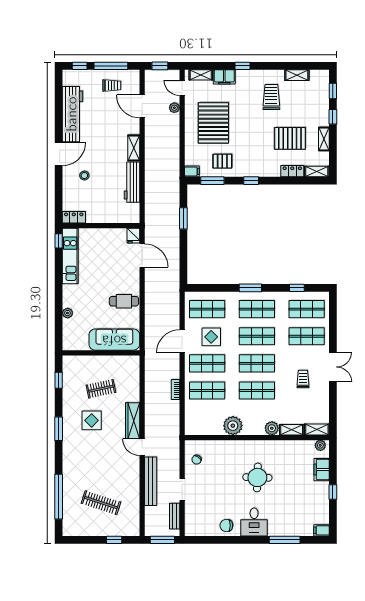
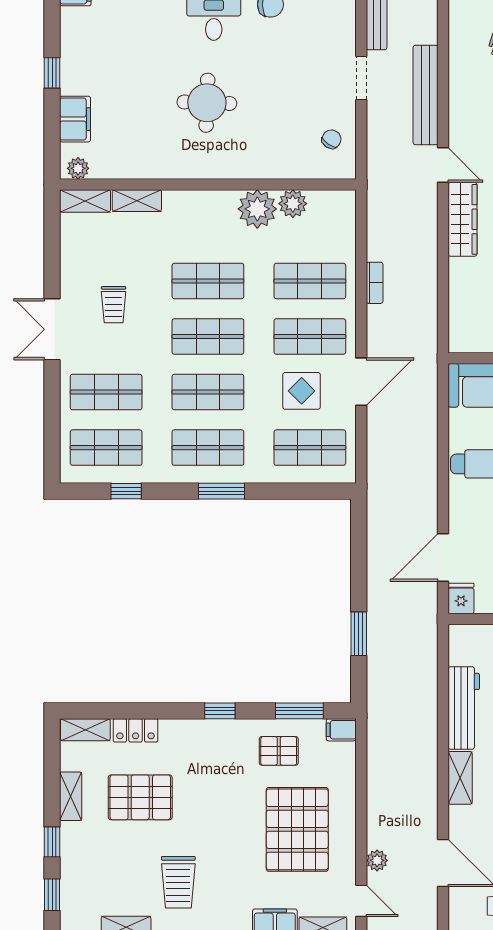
door: (142, 255) -> (443, 558), hinge flipped
plant: (272, 428) -> (293, 204), moved

